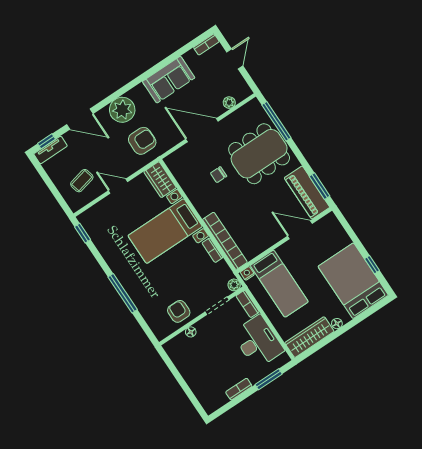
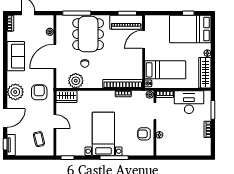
plant: (188, 178) -> (76, 81), added
door: (118, 186) -> (55, 122), swing flipped
bed with nightstands: (165, 231) -> (103, 134), moved, turned 180

